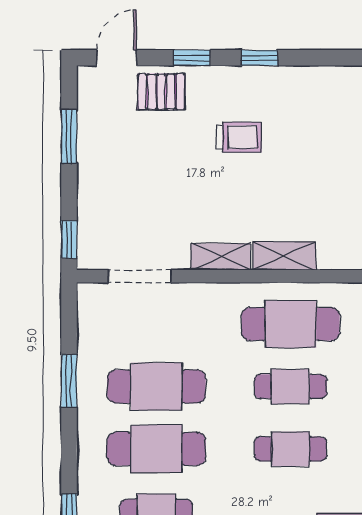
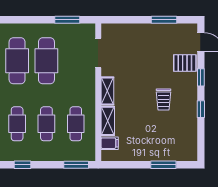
pallet: (161, 92) -> (185, 63), turned 90
window: (69, 239) -> (115, 20), removed
filing cabinet: (332, 252) -> (110, 143), added
cafe table: (291, 324) -> (76, 124), width x0.73, depth x0.74
window: (69, 381) -> (67, 20), moved

